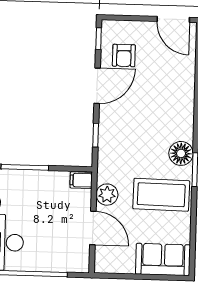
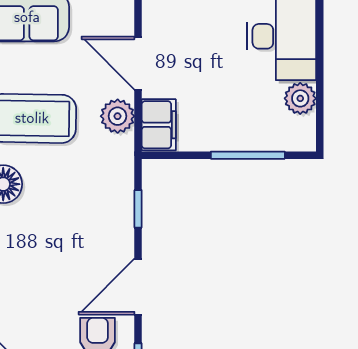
filing cabinet: (81, 180) -> (159, 125), width x2.00

